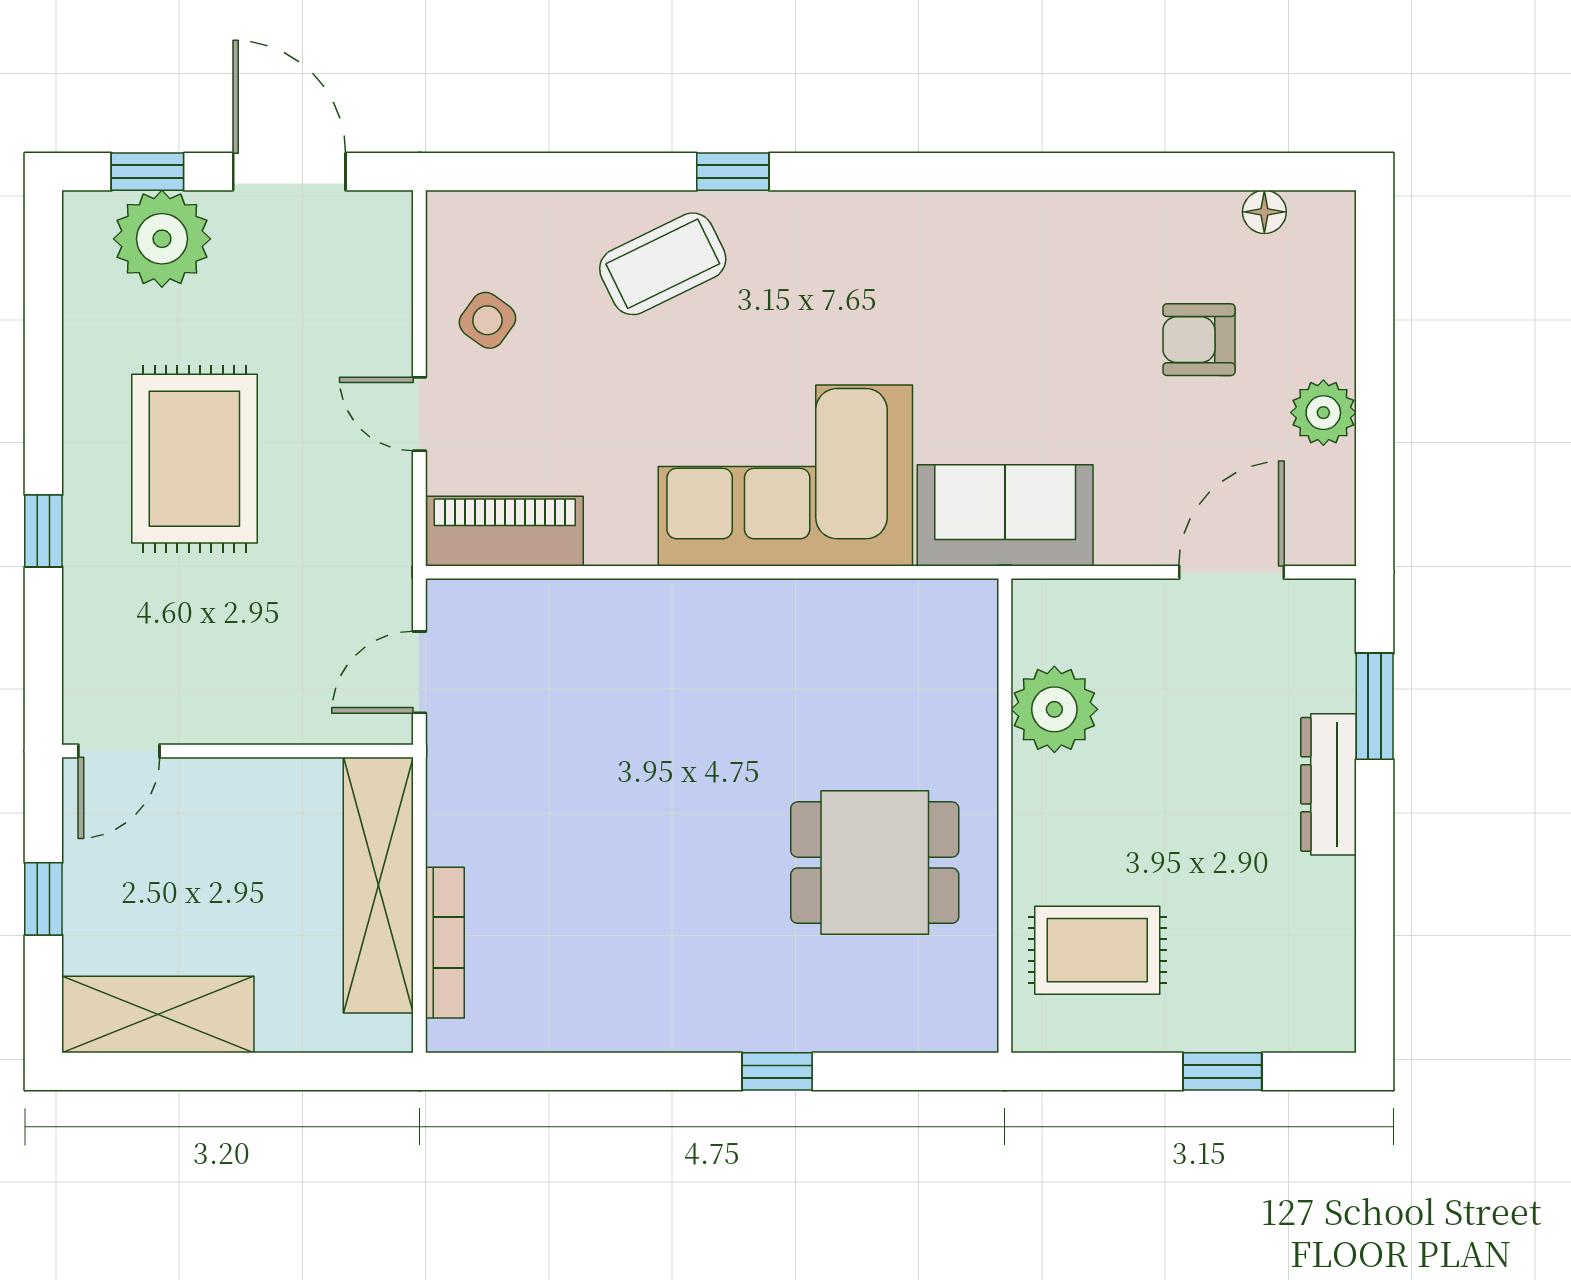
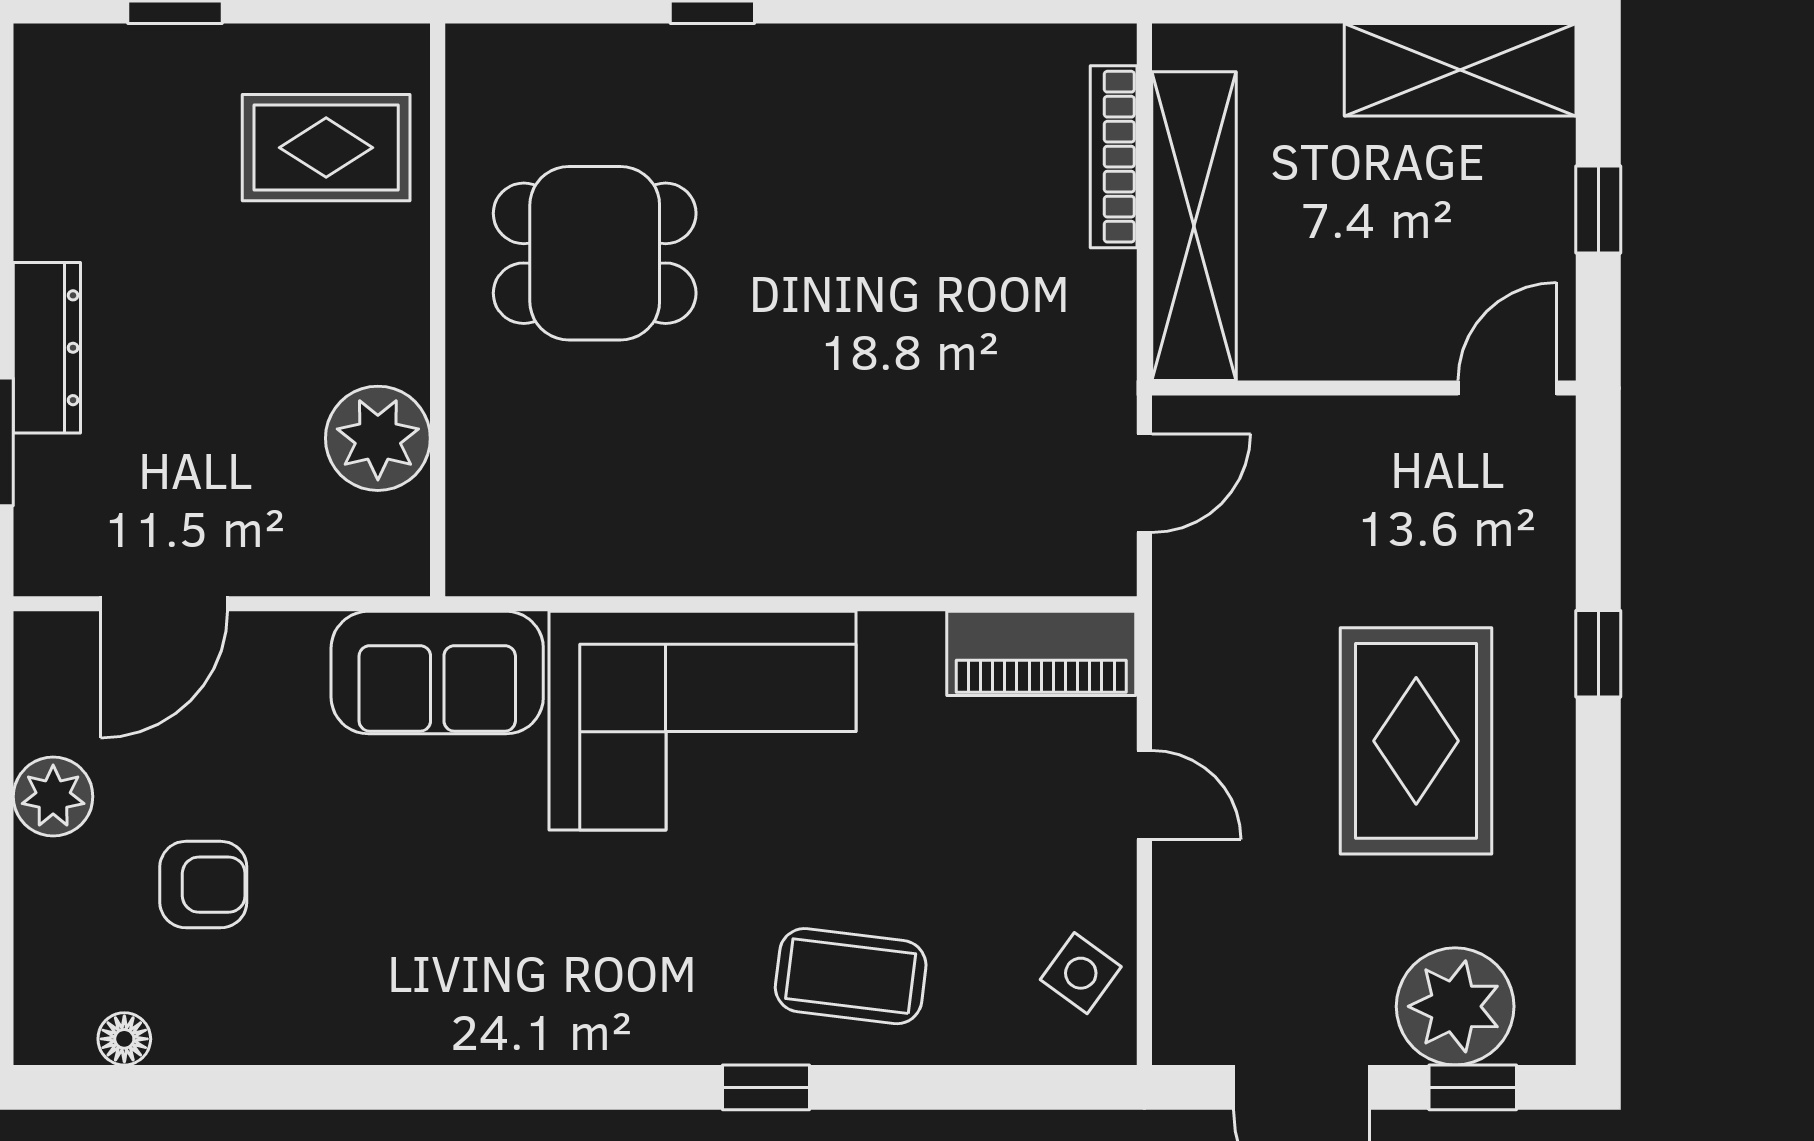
coffee table: (663, 264) -> (851, 976), turned 33
side table: (487, 320) -> (1081, 973), moved

